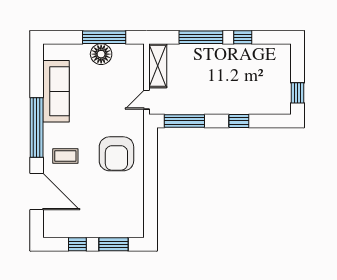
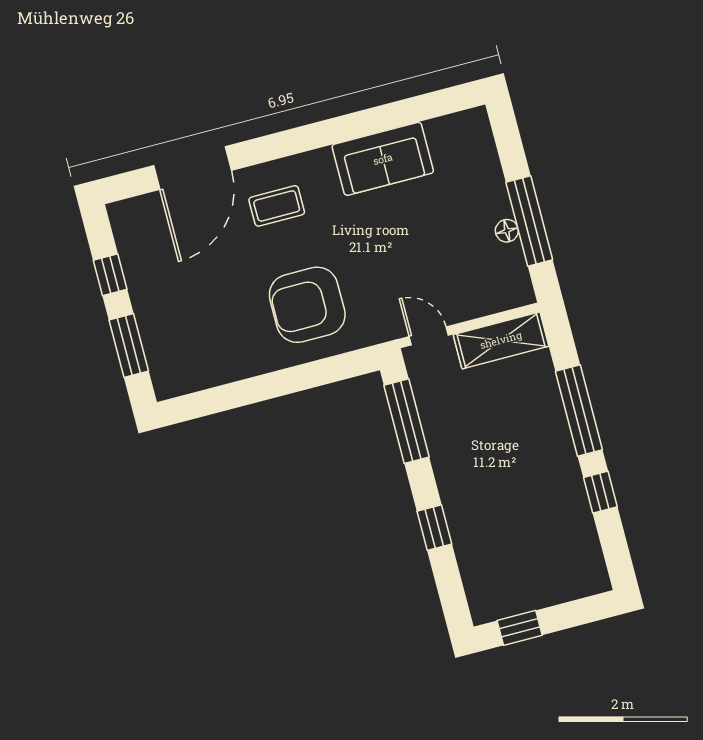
floor lamp: (101, 54) -> (507, 231), width x0.53, depth x0.53
sofa: (56, 91) -> (383, 159), width x0.73
window: (37, 128) -> (318, 135), removed
coffee table: (65, 156) -> (277, 206), turned 90

